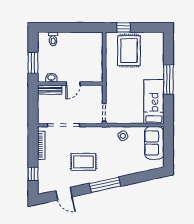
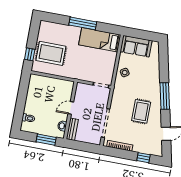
door: (73, 84) -> (71, 108), swing flipped

